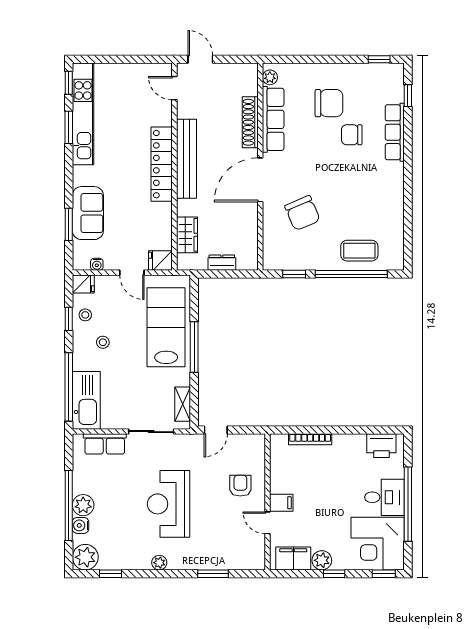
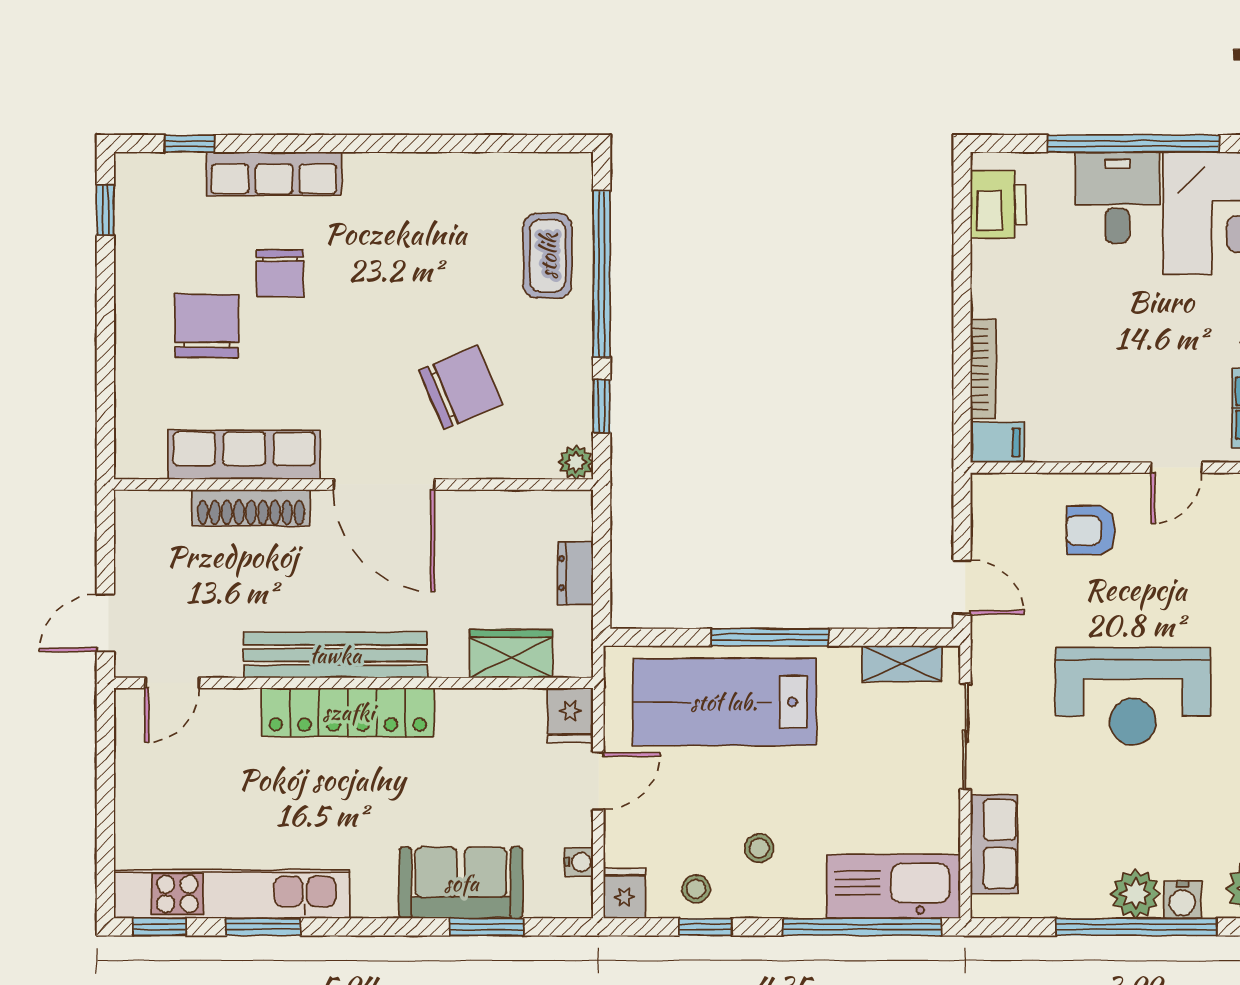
plant: (270, 77) -> (576, 462), moved
filing cabinet: (281, 503) -> (997, 442), moved, turned 90

